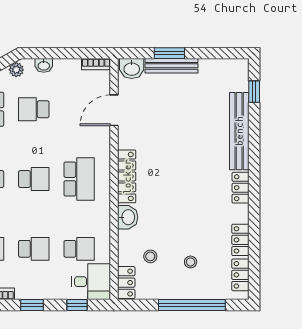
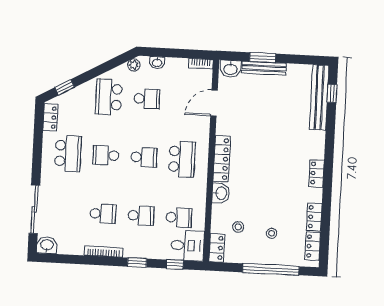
school desk: (34, 109) -> (147, 99), turned 180
bench: (239, 131) -> (319, 97), moved

